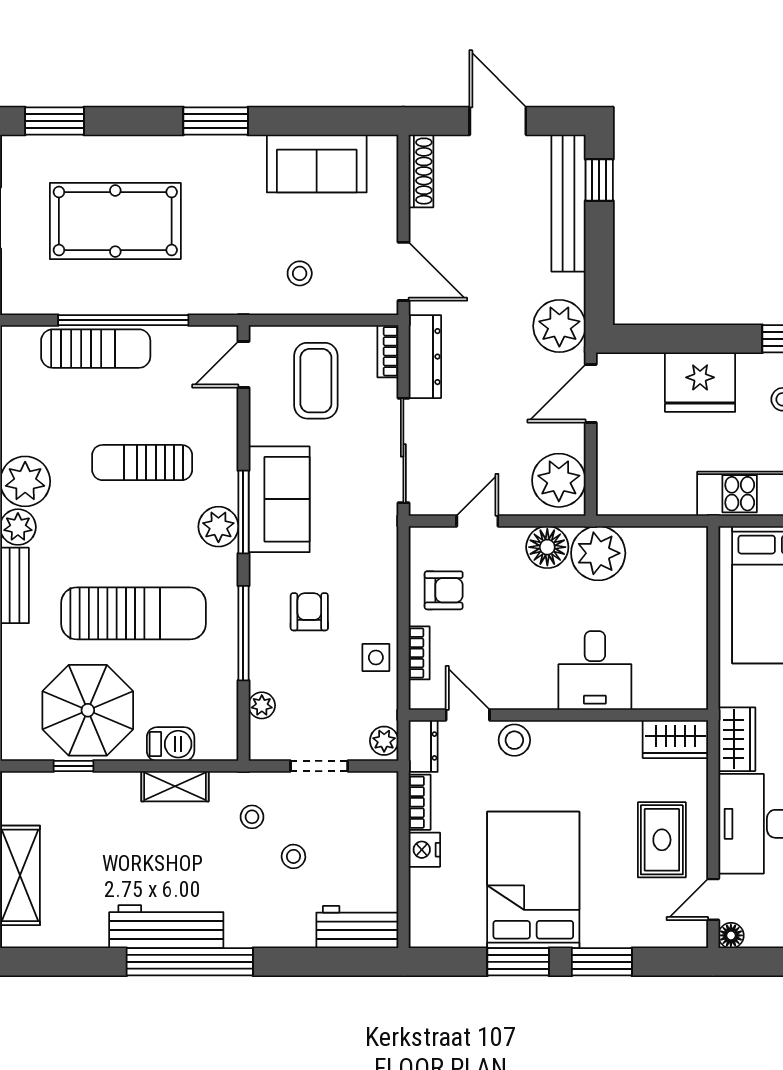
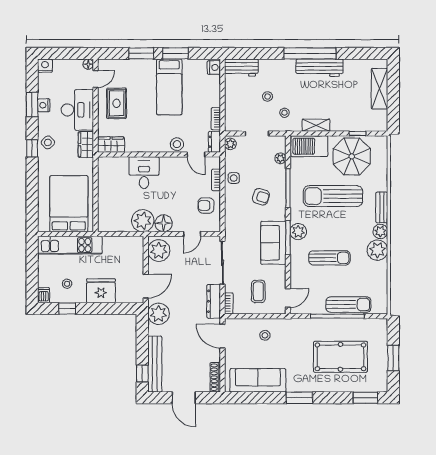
sofa: (317, 164) -> (258, 380), width x1.36
sun lounger: (96, 349) -> (348, 305), turned 180
coffee table: (316, 381) -> (258, 291), width x0.73, depth x0.77
armchair: (309, 612) -> (261, 197), turned -72
barbecue: (171, 744) -> (309, 146), width x1.88, depth x1.53
nightstand: (424, 850) -> (214, 67), moved
bed: (533, 880) -> (169, 87), width x0.67

